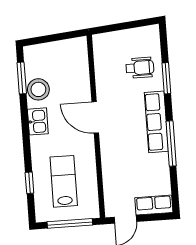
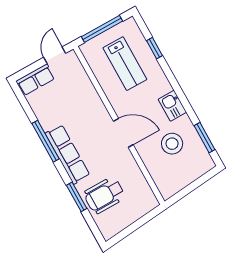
wheelchair: (140, 68) -> (104, 195), width x1.36, depth x1.37
stool: (38, 89) -> (172, 144), moved

